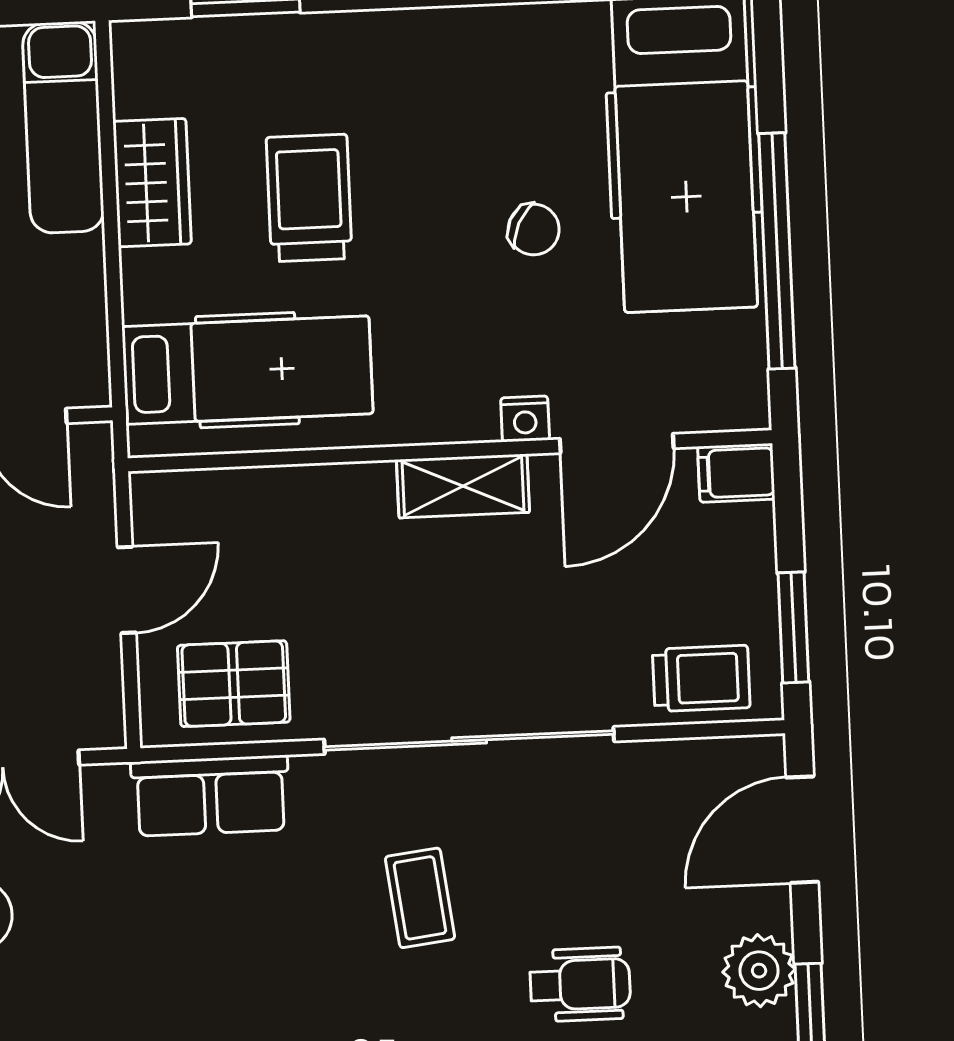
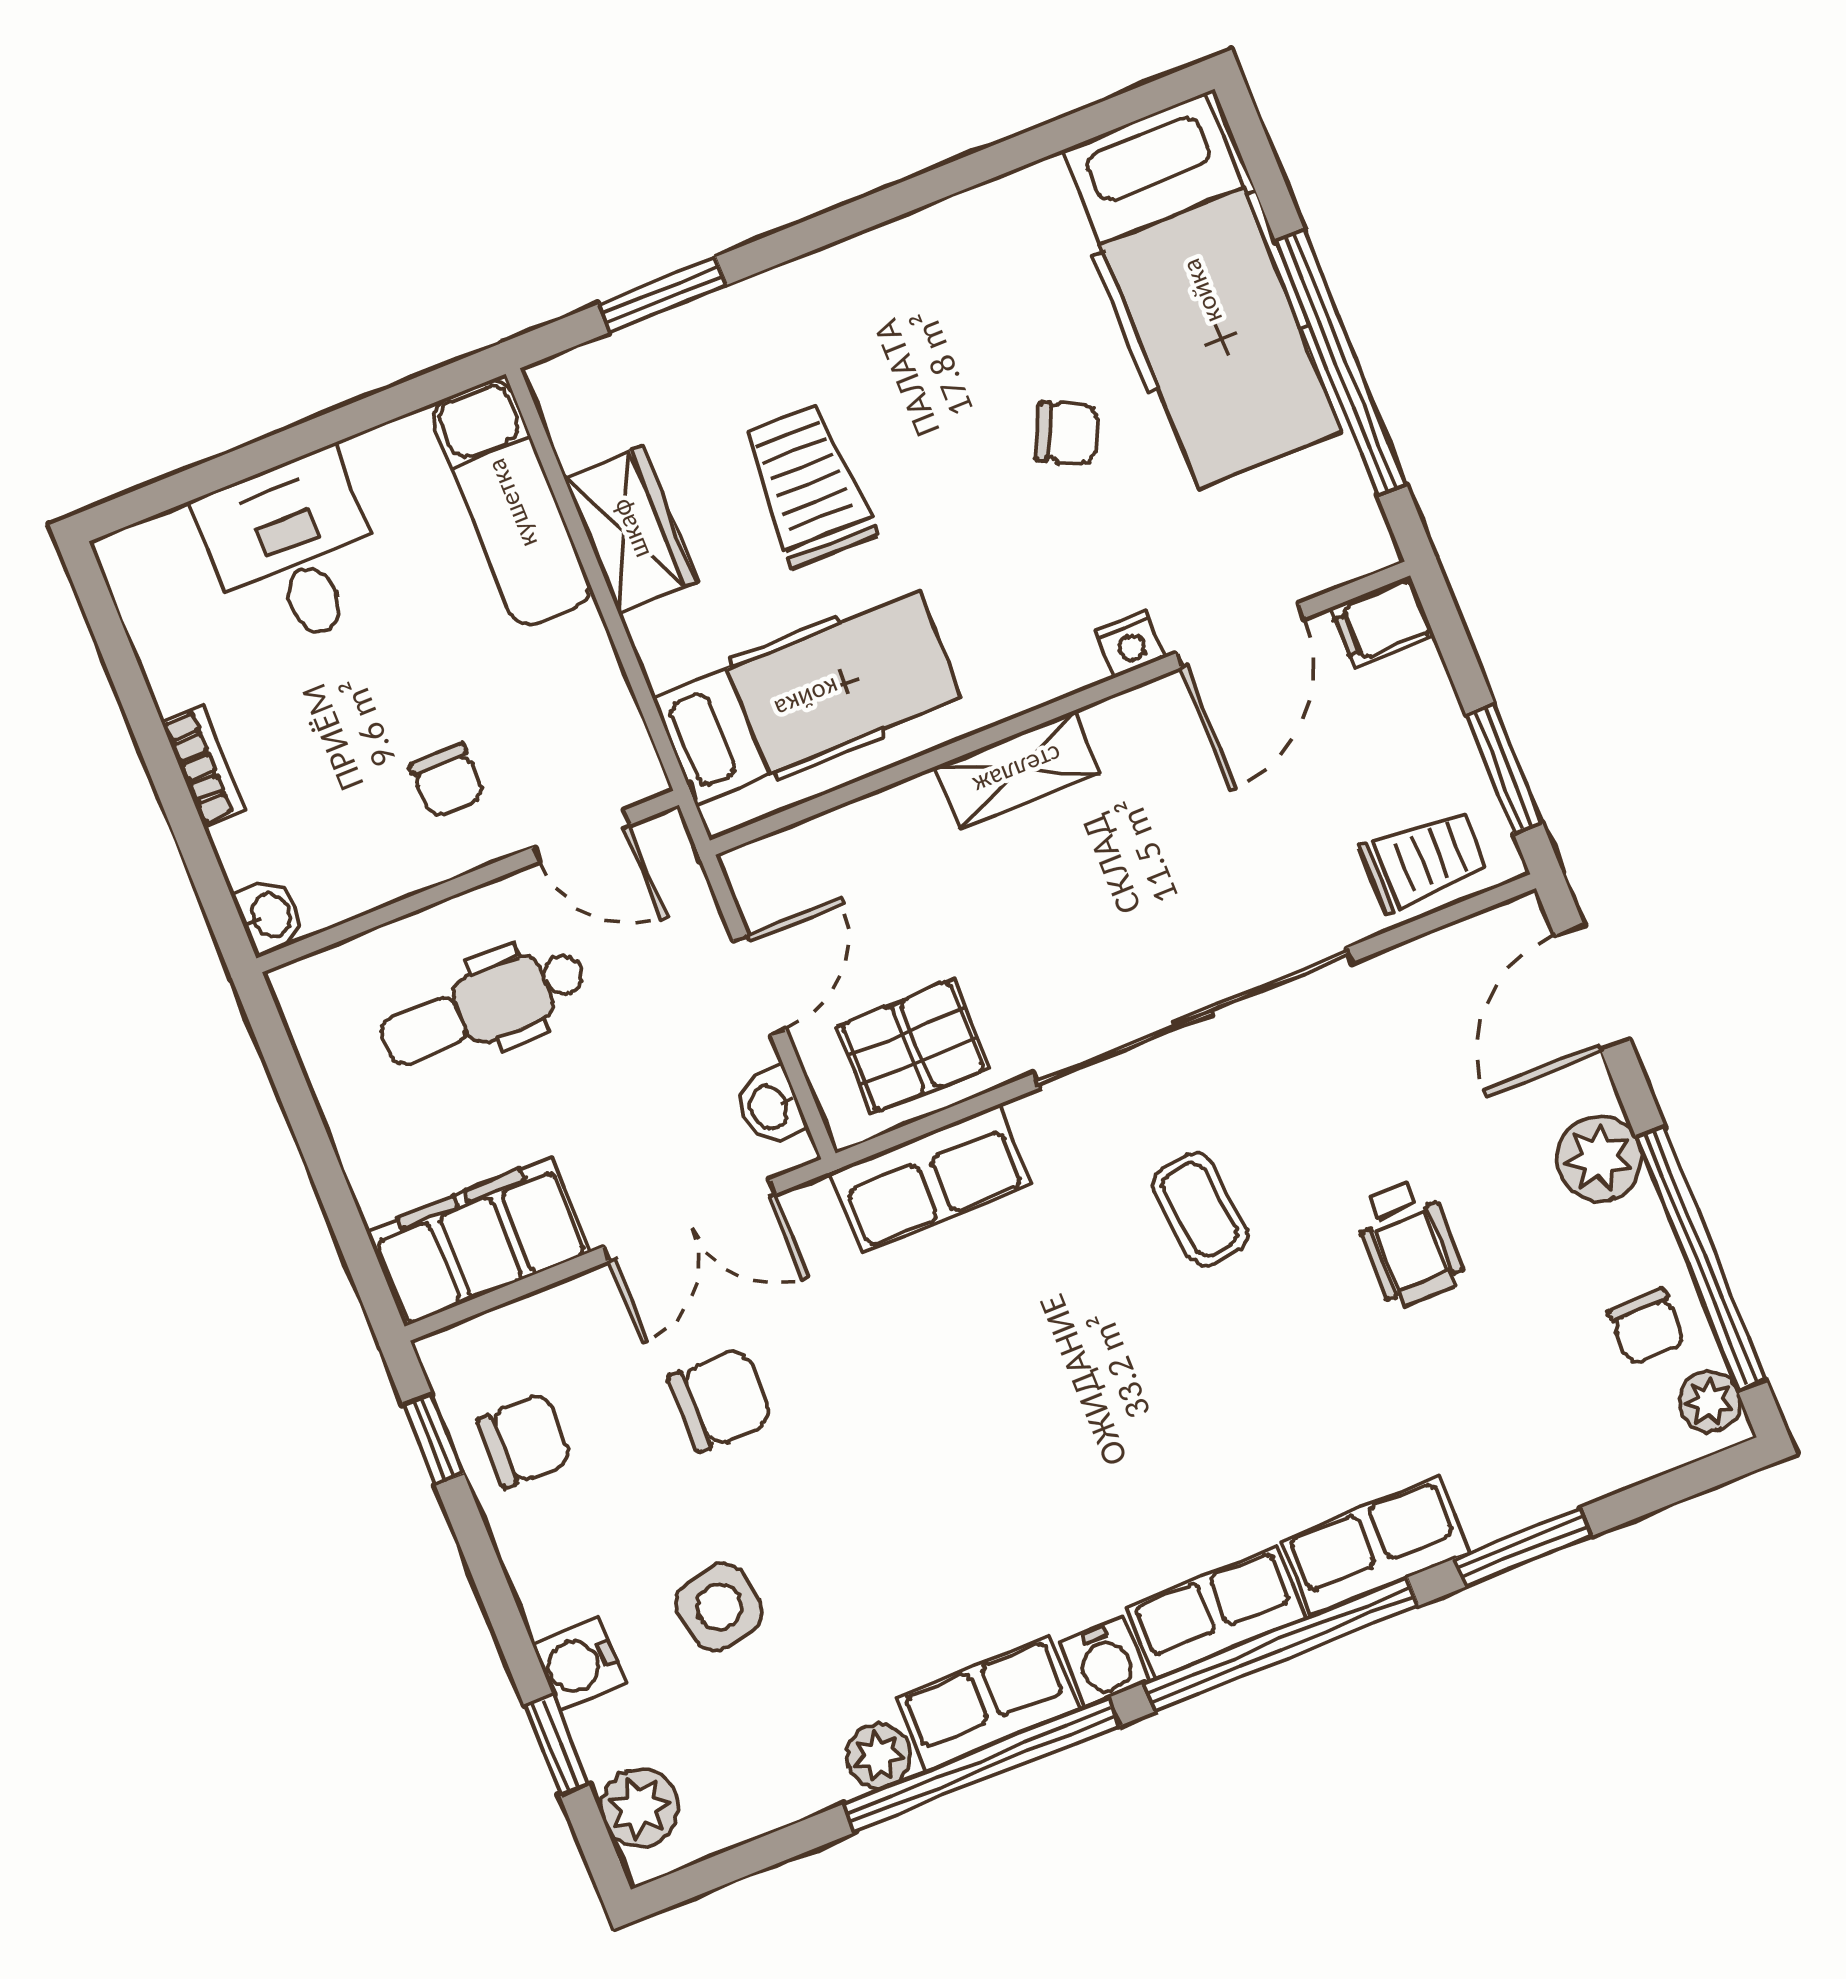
shelving: (463, 486) -> (1017, 770), moved
washbasin: (101, 691) -> (770, 1106), added
wheelchair: (580, 984) -> (1408, 1243), turned 90

